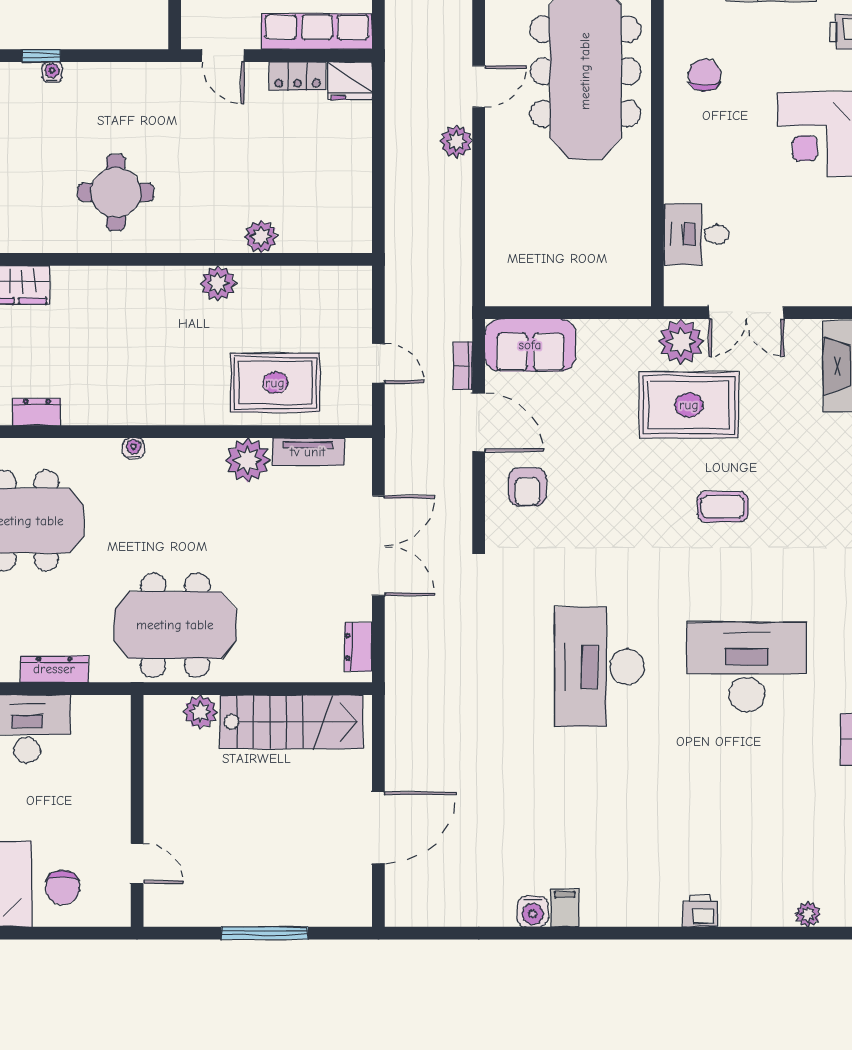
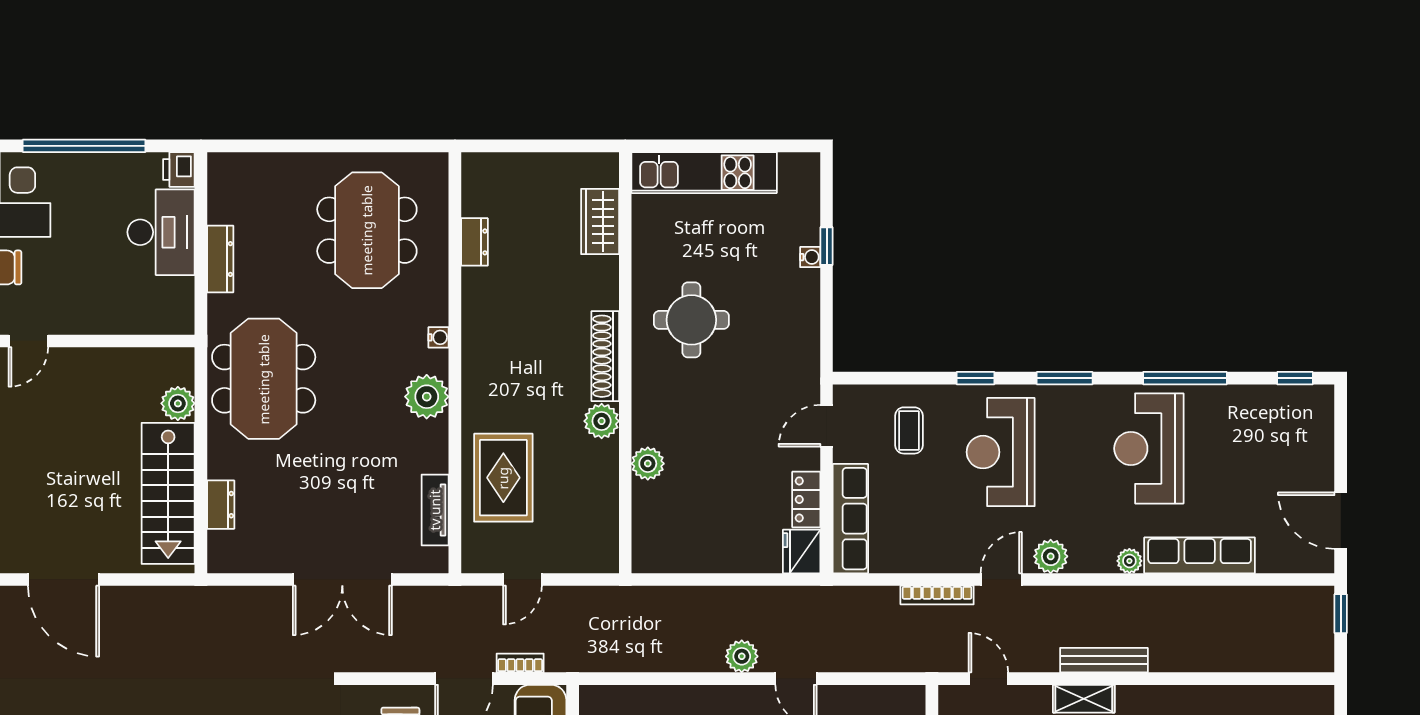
shoe rack: (152, 280) -> (605, 356), added
plant: (248, 460) -> (427, 397), moved
dresser: (358, 647) -> (221, 505), moved, turned 90

